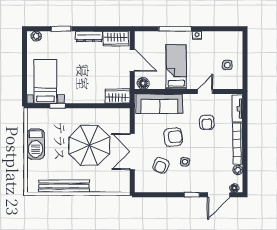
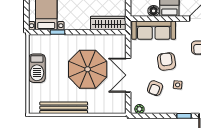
floor lamp: (143, 83) -> (154, 11), moved
wardrobe: (117, 96) -> (108, 23), width x1.50
armchair: (173, 137) -> (166, 61), turned -92
plant: (144, 188) -> (139, 109), added

